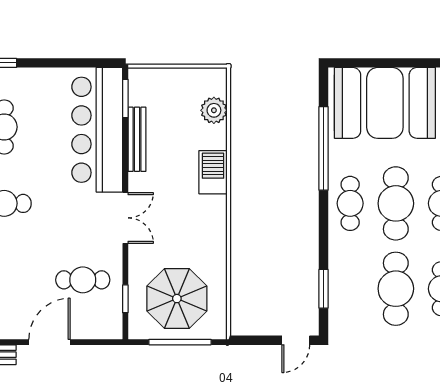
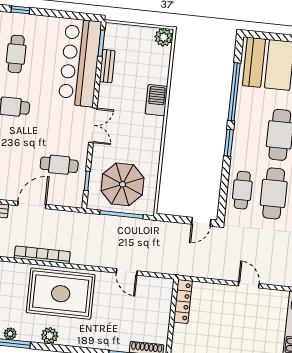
plant: (214, 110) -> (164, 37), moved
bench: (137, 139) -> (107, 66), width x0.73
cafe table: (350, 203) -> (242, 190), moved
window: (324, 289) -> (229, 143), moved

